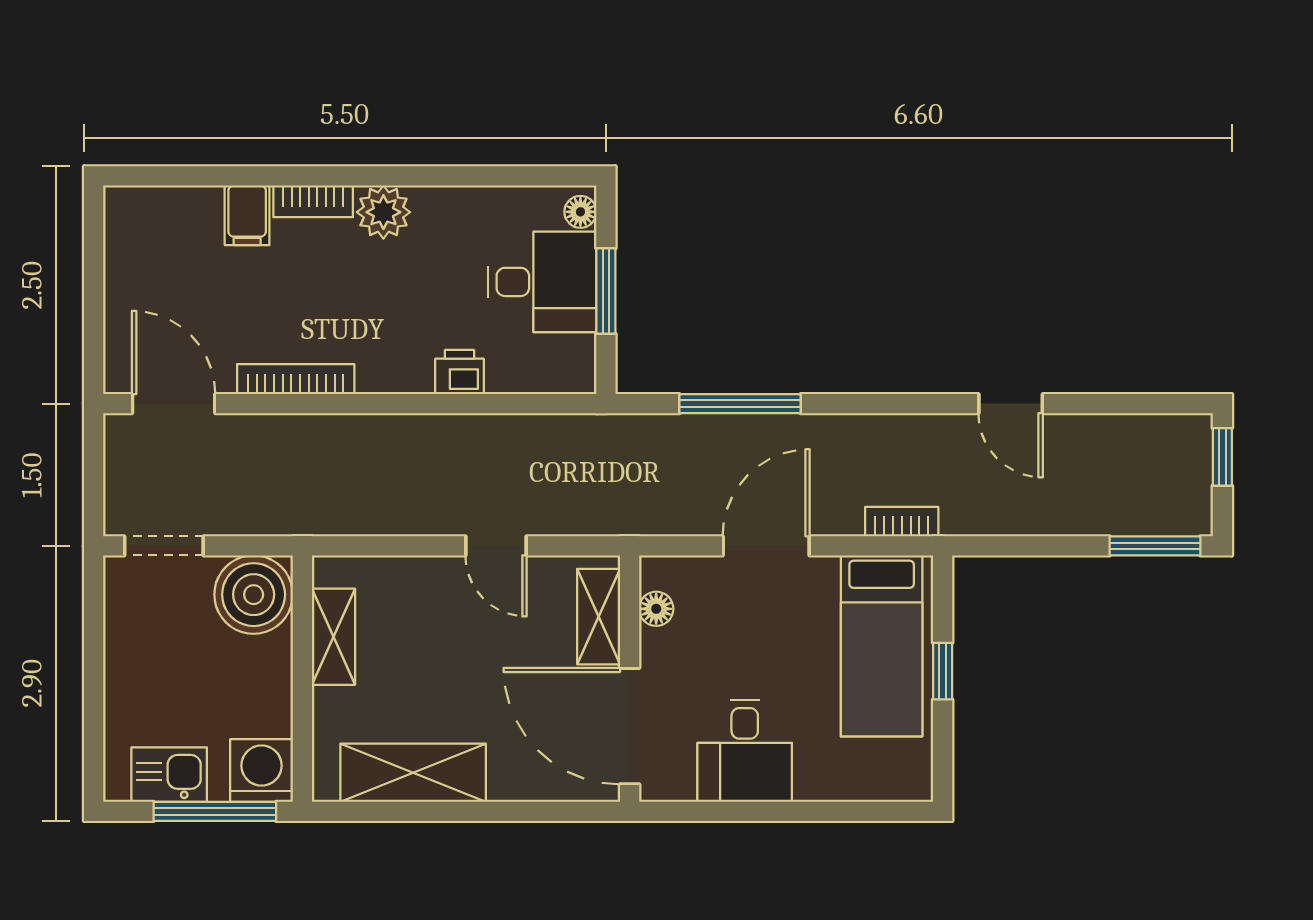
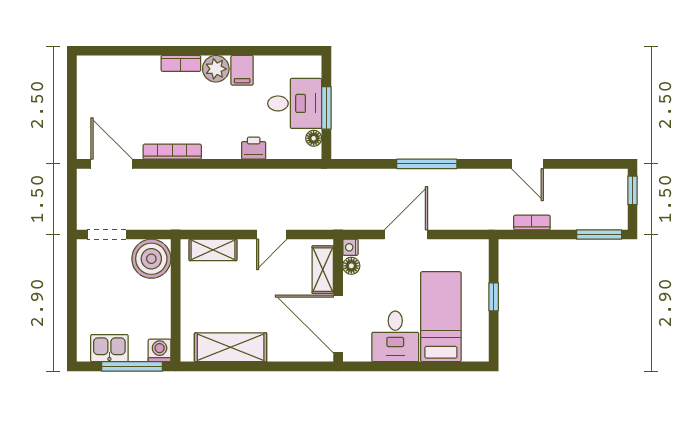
floor lamp: (580, 212) -> (314, 138), moved
filing cabinet: (247, 215) -> (242, 70), moved
window: (740, 404) -> (427, 164), moved
bookcase: (902, 522) -> (532, 222), moved
door: (496, 546) -> (272, 235), hinge flipped
nightstand: (654, 572) -> (350, 247), added
shelving: (333, 637) -> (213, 250), moved, turned 90
bed: (882, 646) -> (441, 317), moved, turned 180
washing machine: (262, 771) -> (160, 350), width x0.73, depth x0.73

